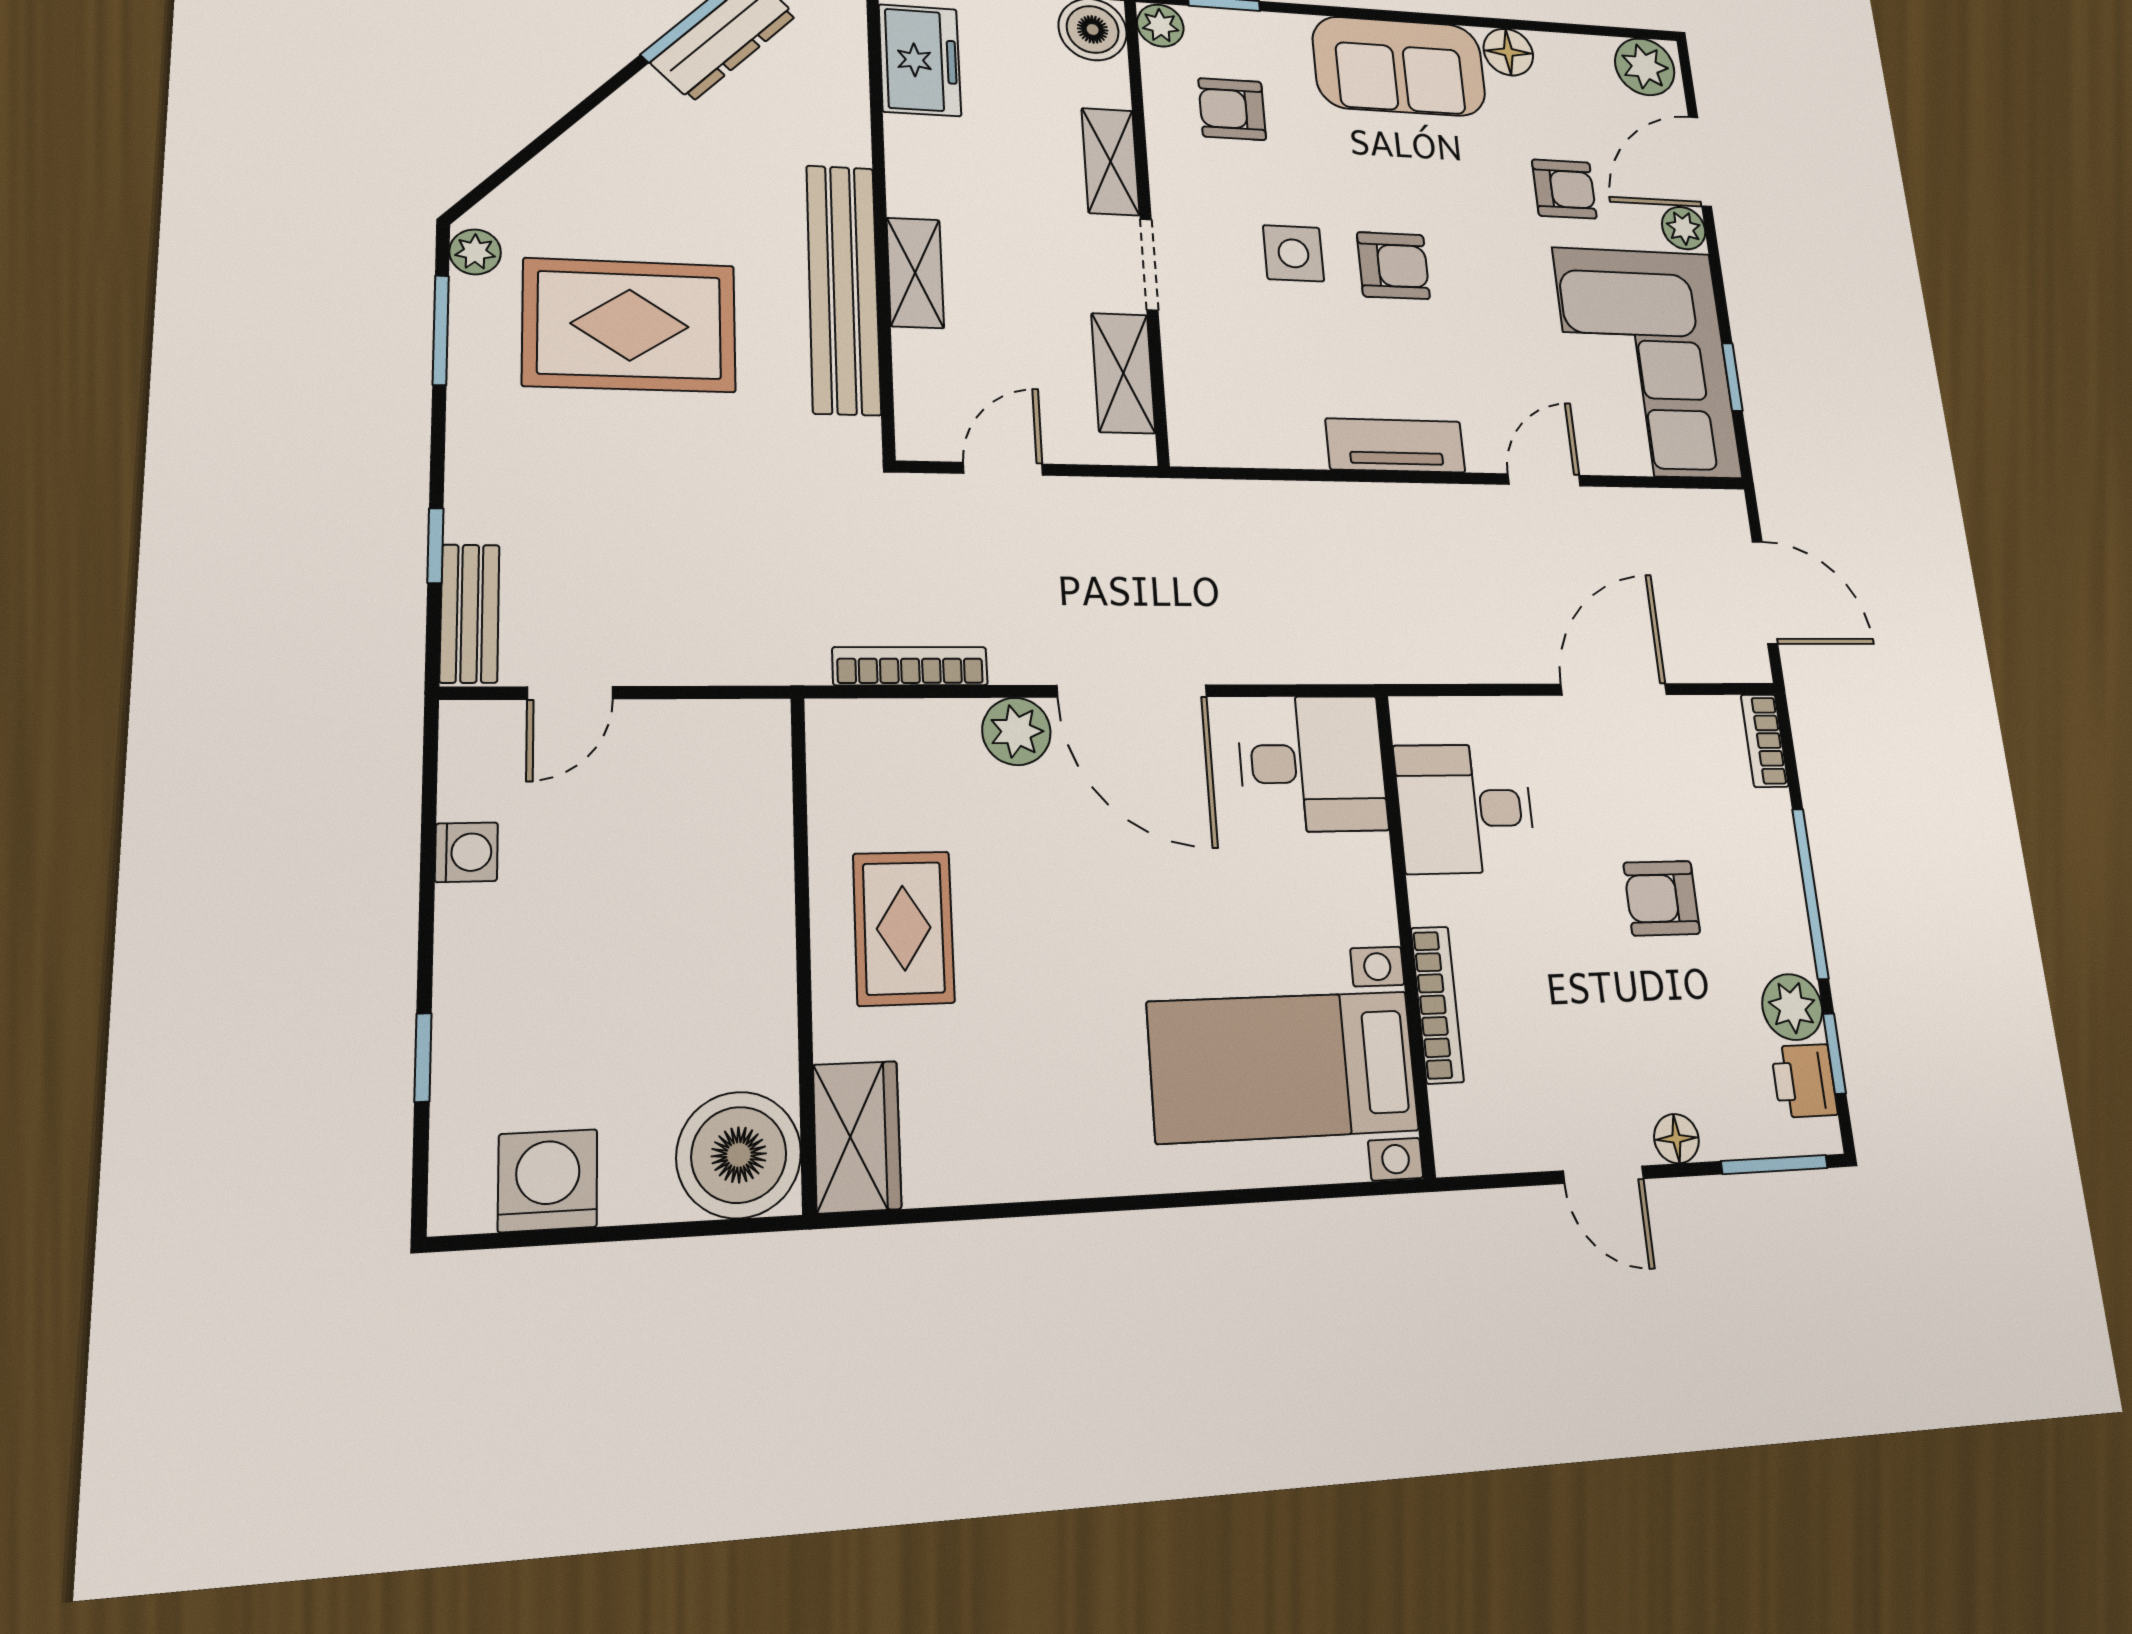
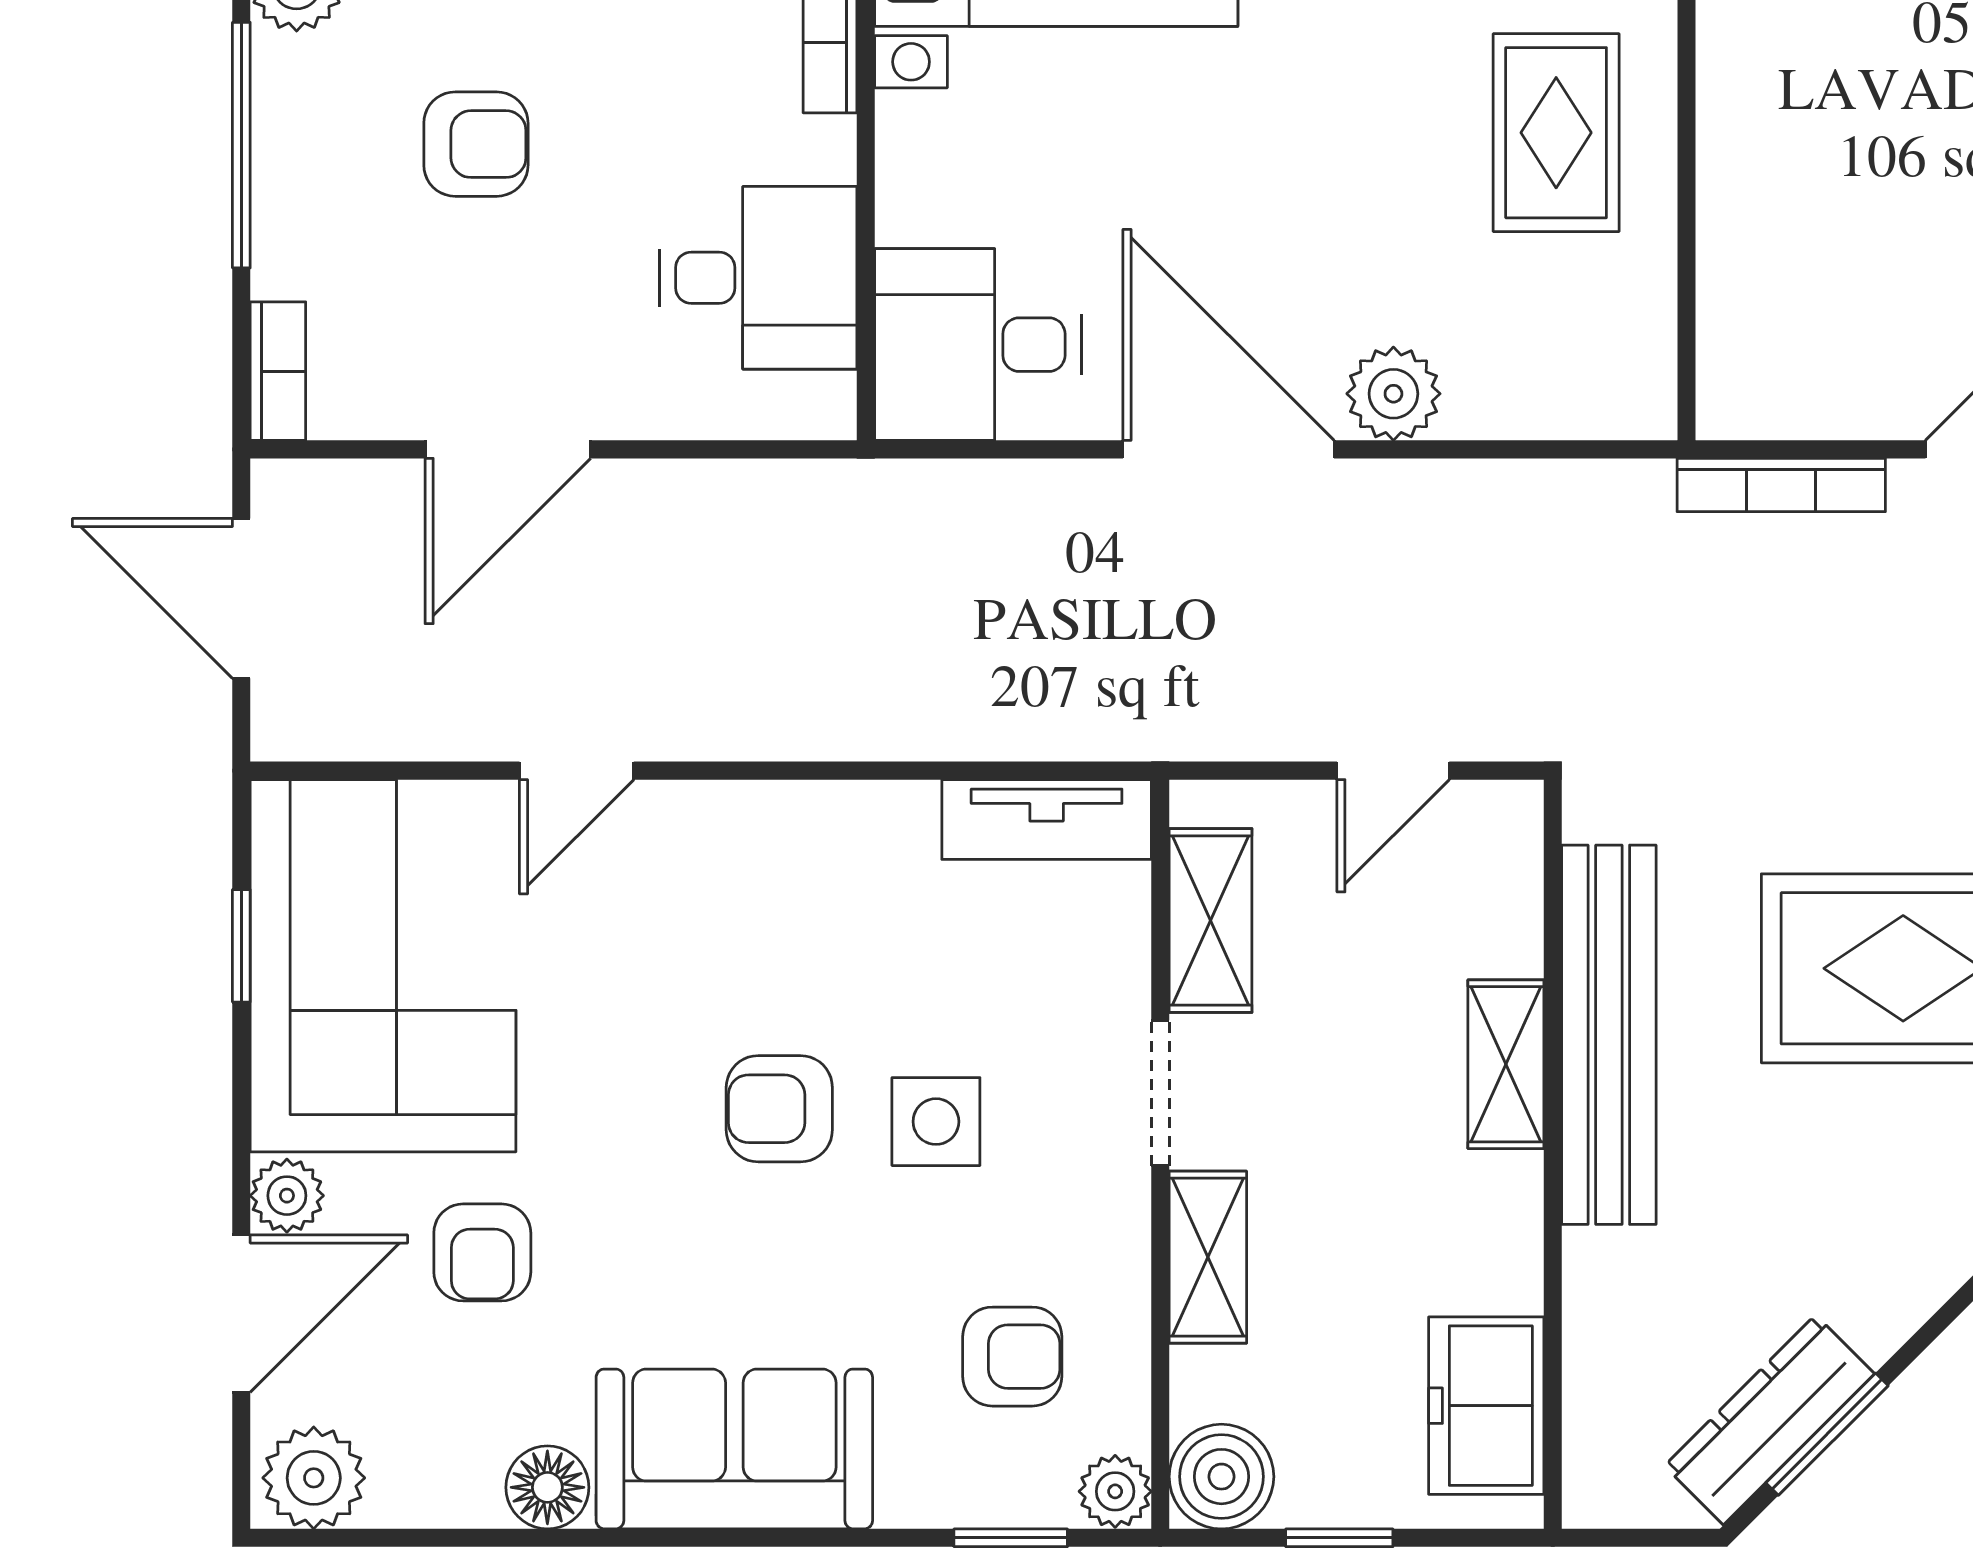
armchair: (1564, 189) -> (482, 1252), turned -90
tv unit: (1395, 445) -> (1047, 819), moved
bookcase: (910, 666) -> (1781, 485), moved

